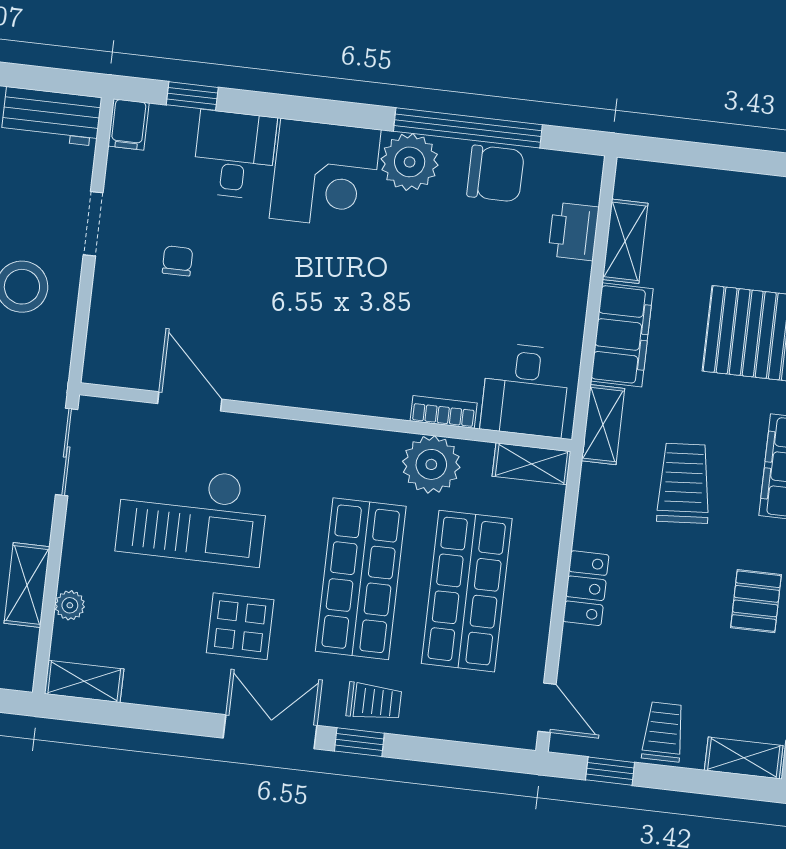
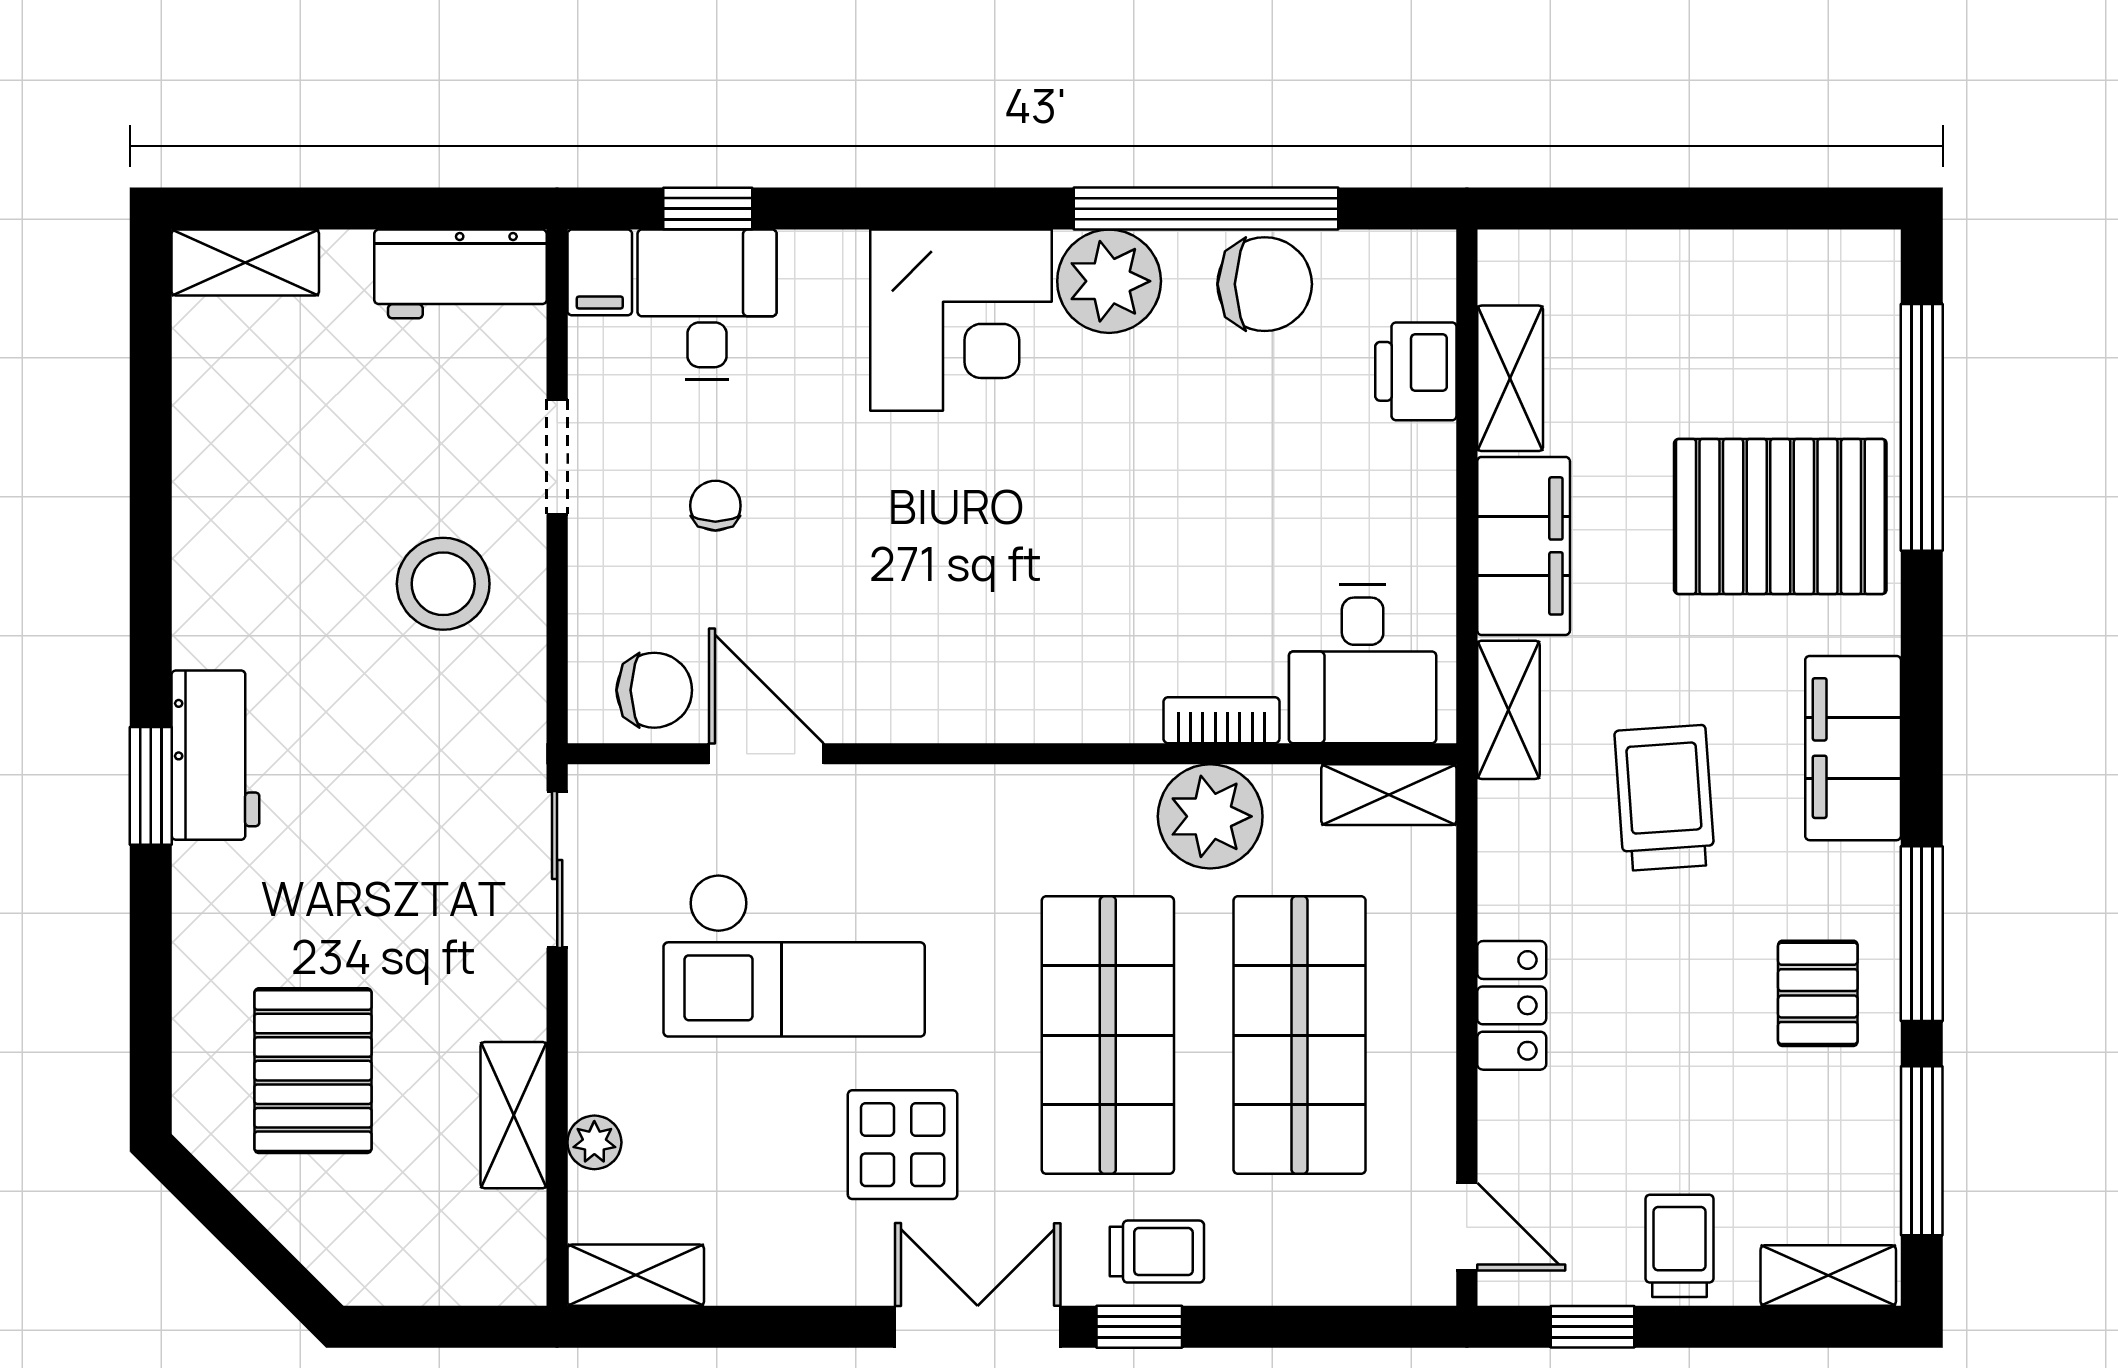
desk: (235, 155) -> (707, 304), moved
chair: (132, 359) -> (654, 690), added

